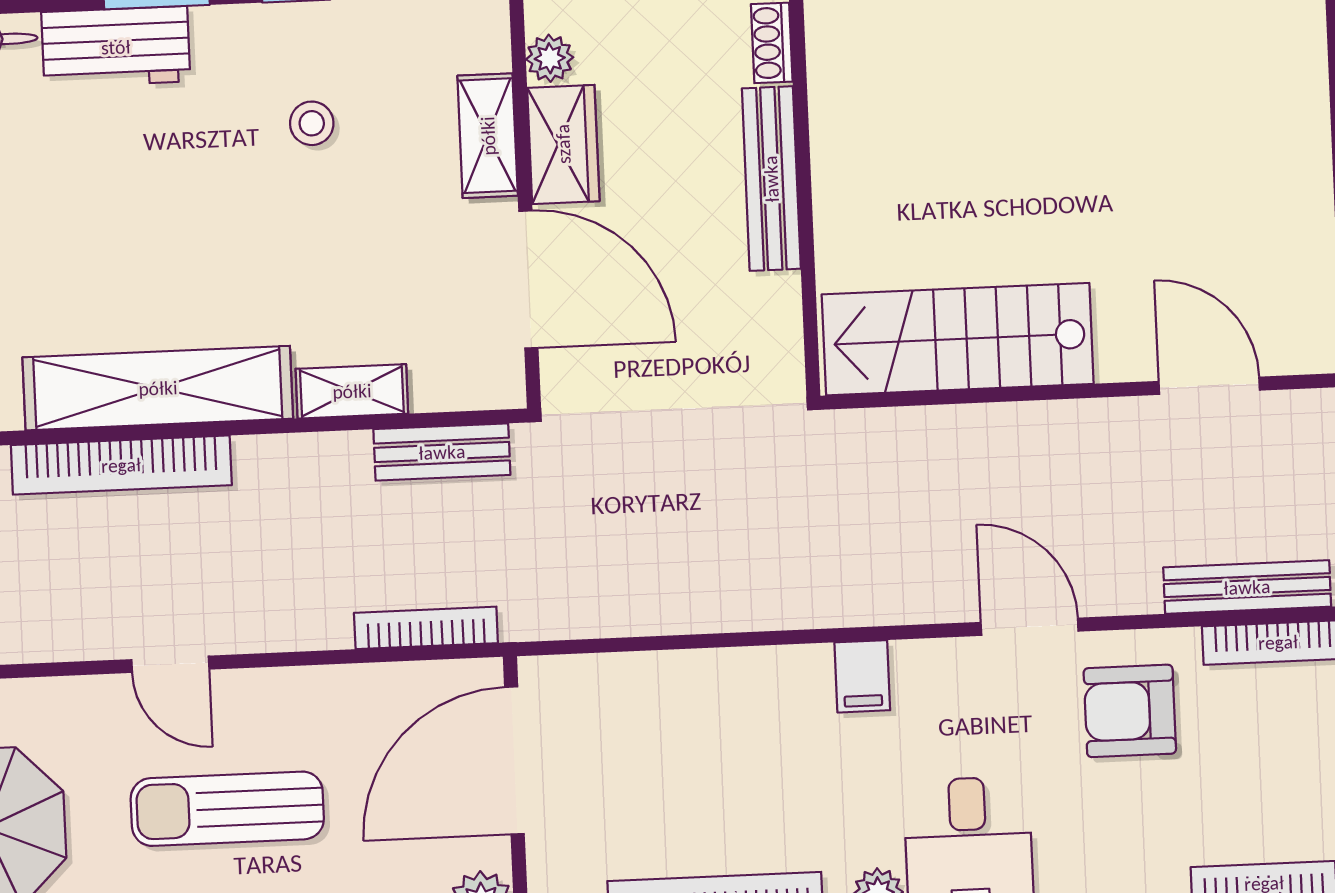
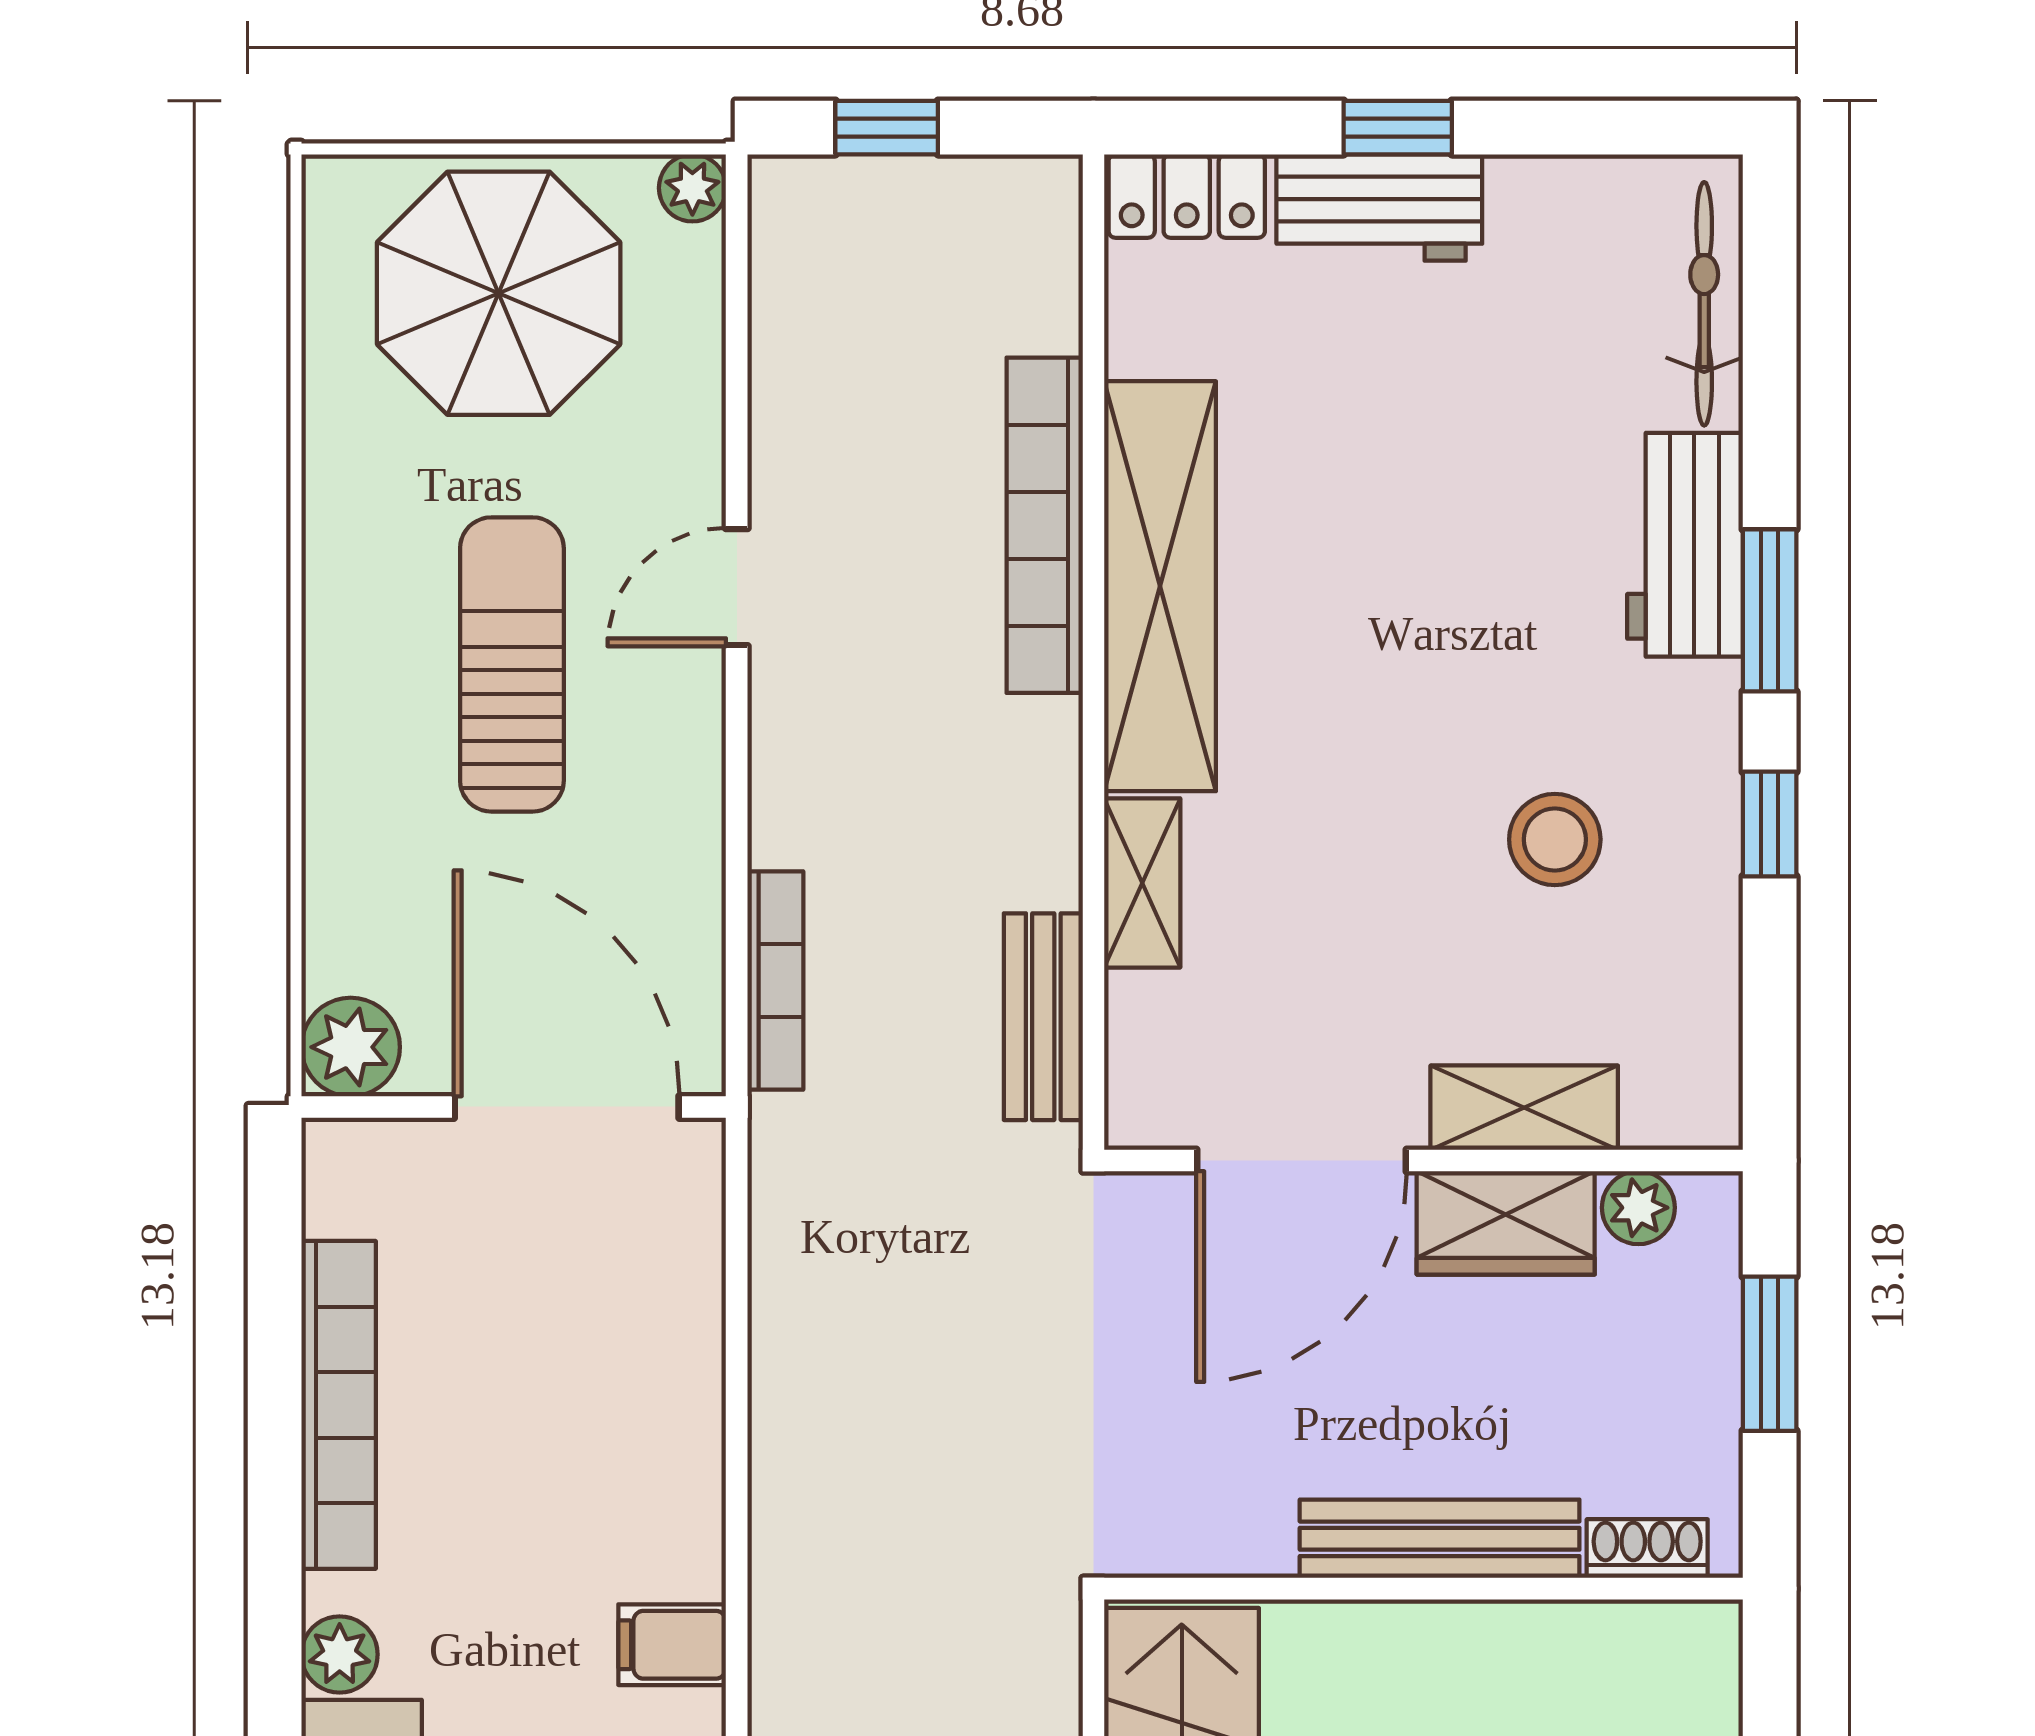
stool: (312, 123) -> (1555, 839), width x1.37, depth x1.37

